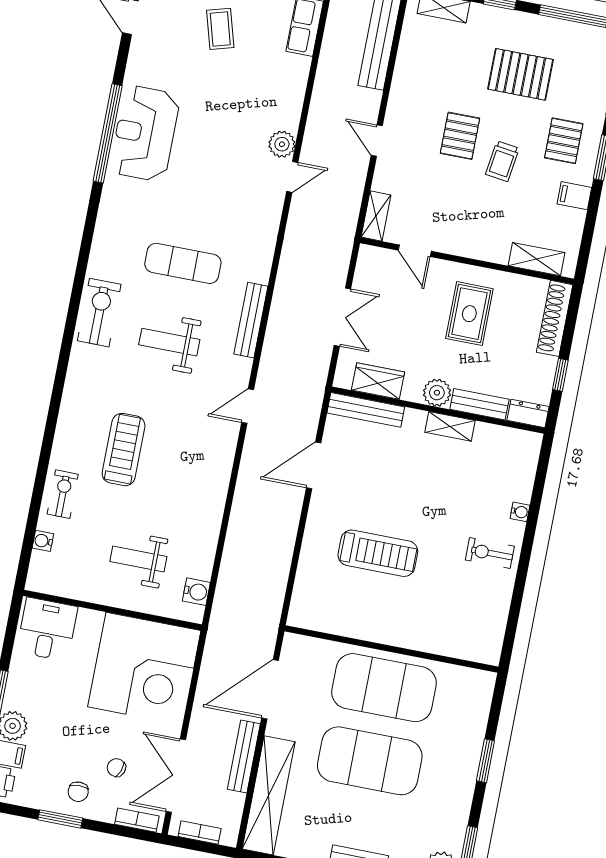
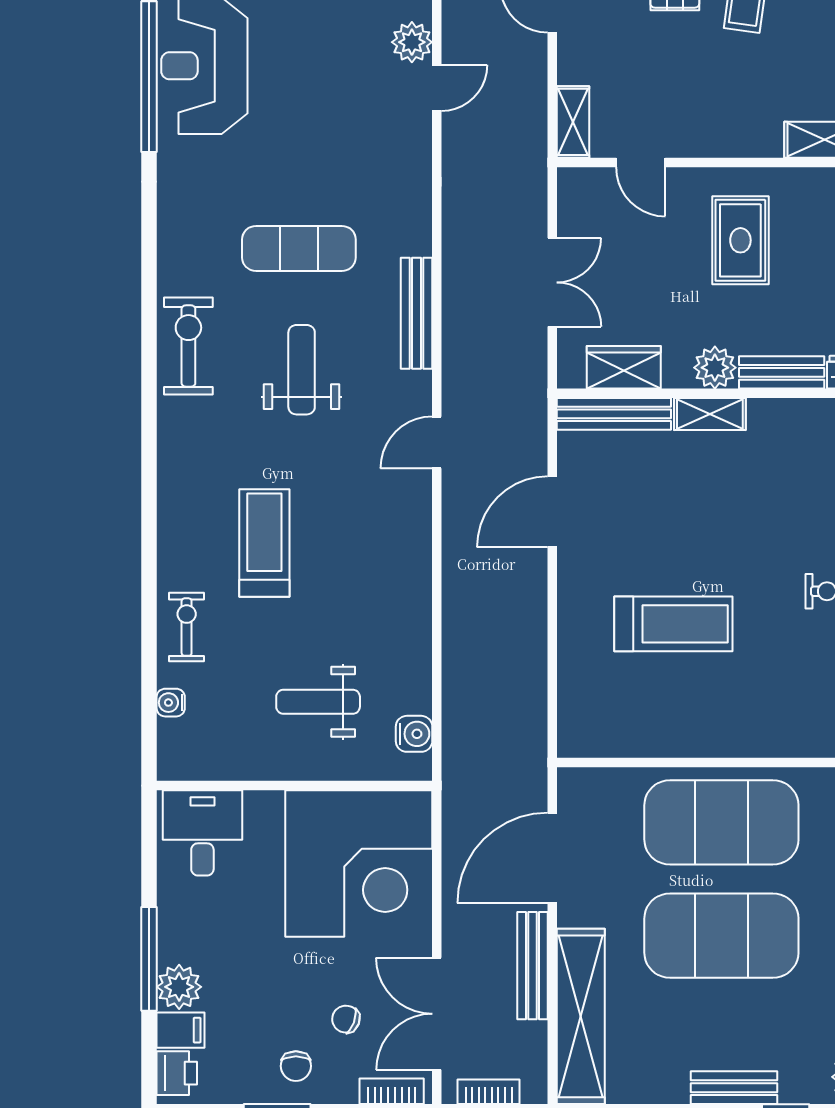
weight bench: (169, 342) -> (302, 370), turned 90
shelving: (450, 426) -> (710, 414), moved

